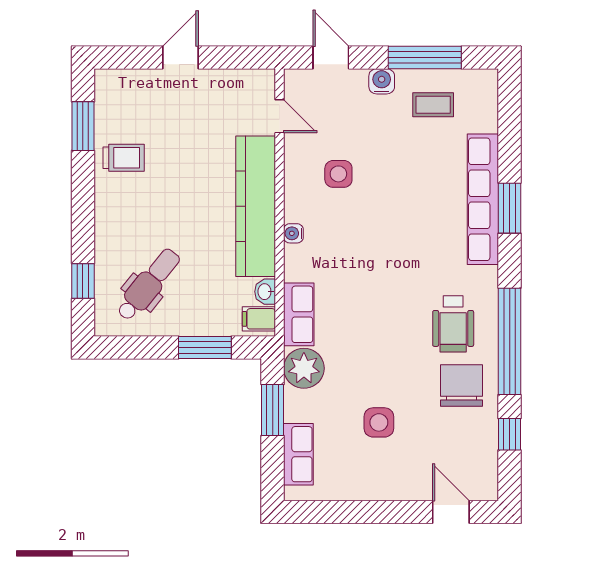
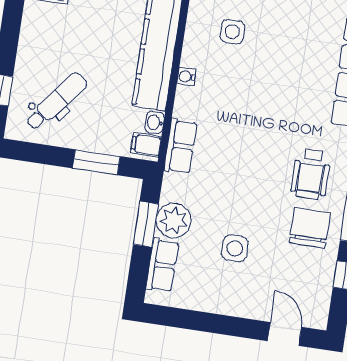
plant: (304, 368) -> (174, 221), moved

